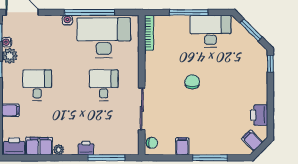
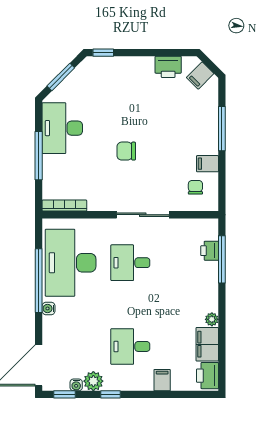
sliding door: (142, 109) -> (143, 215), moved
chair: (152, 143) -> (195, 187), moved
printer: (86, 148) -> (210, 251), moved

